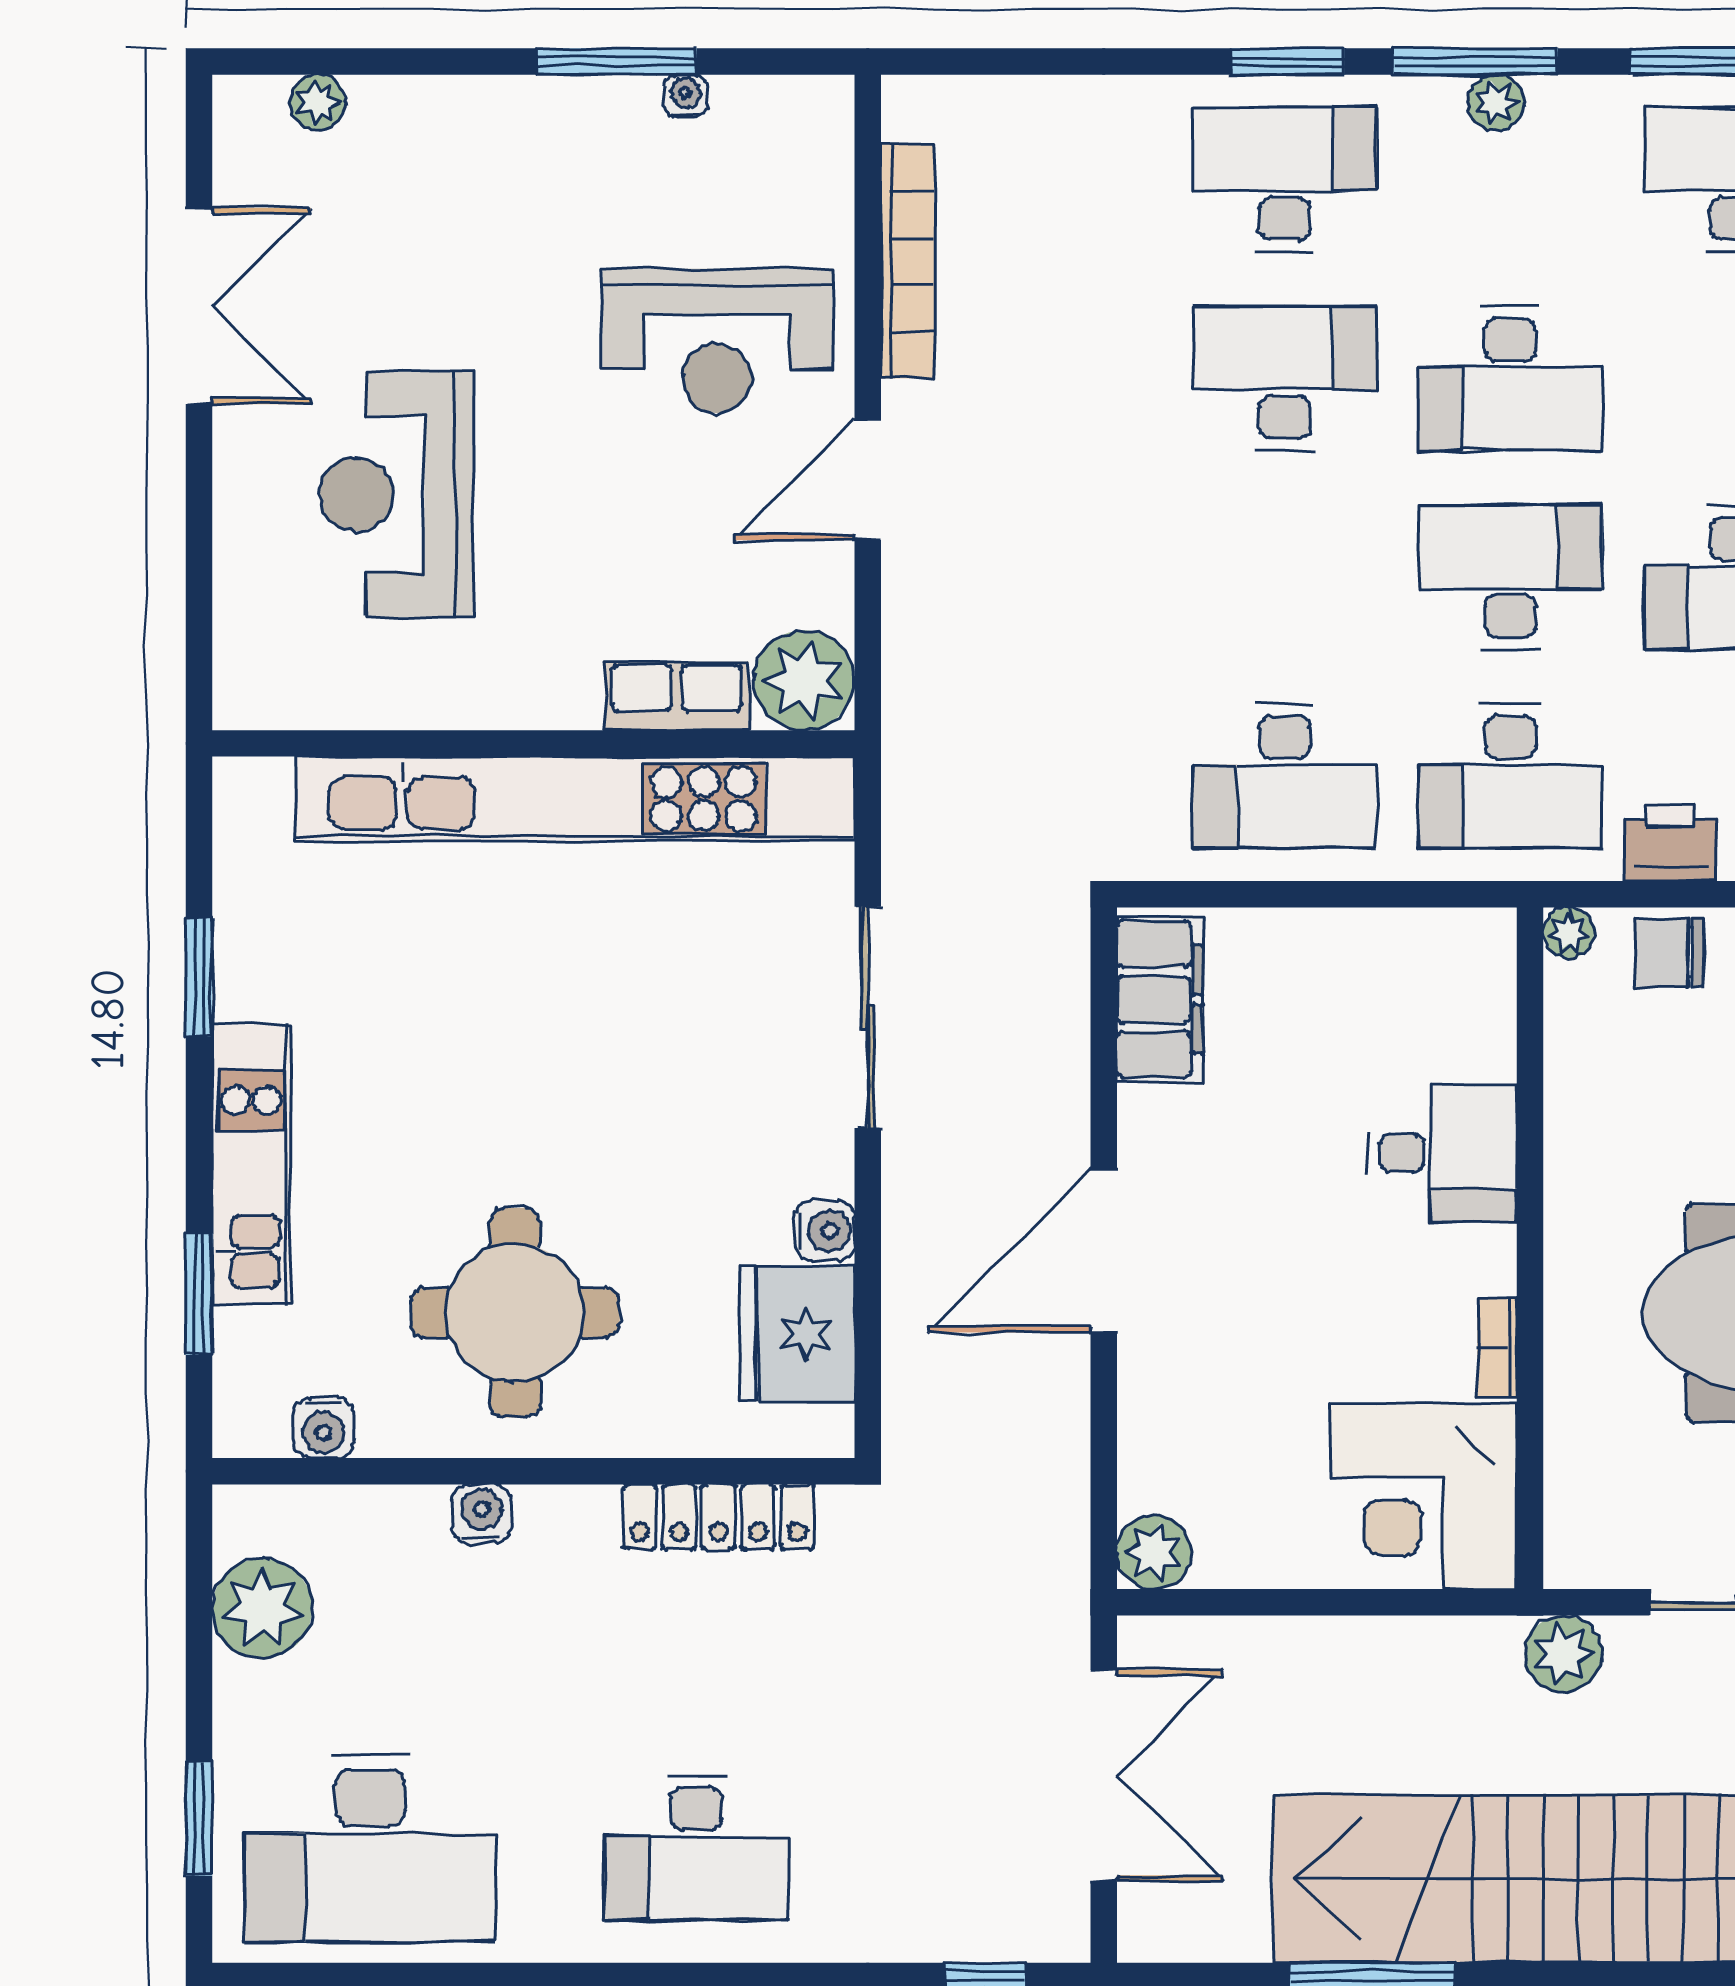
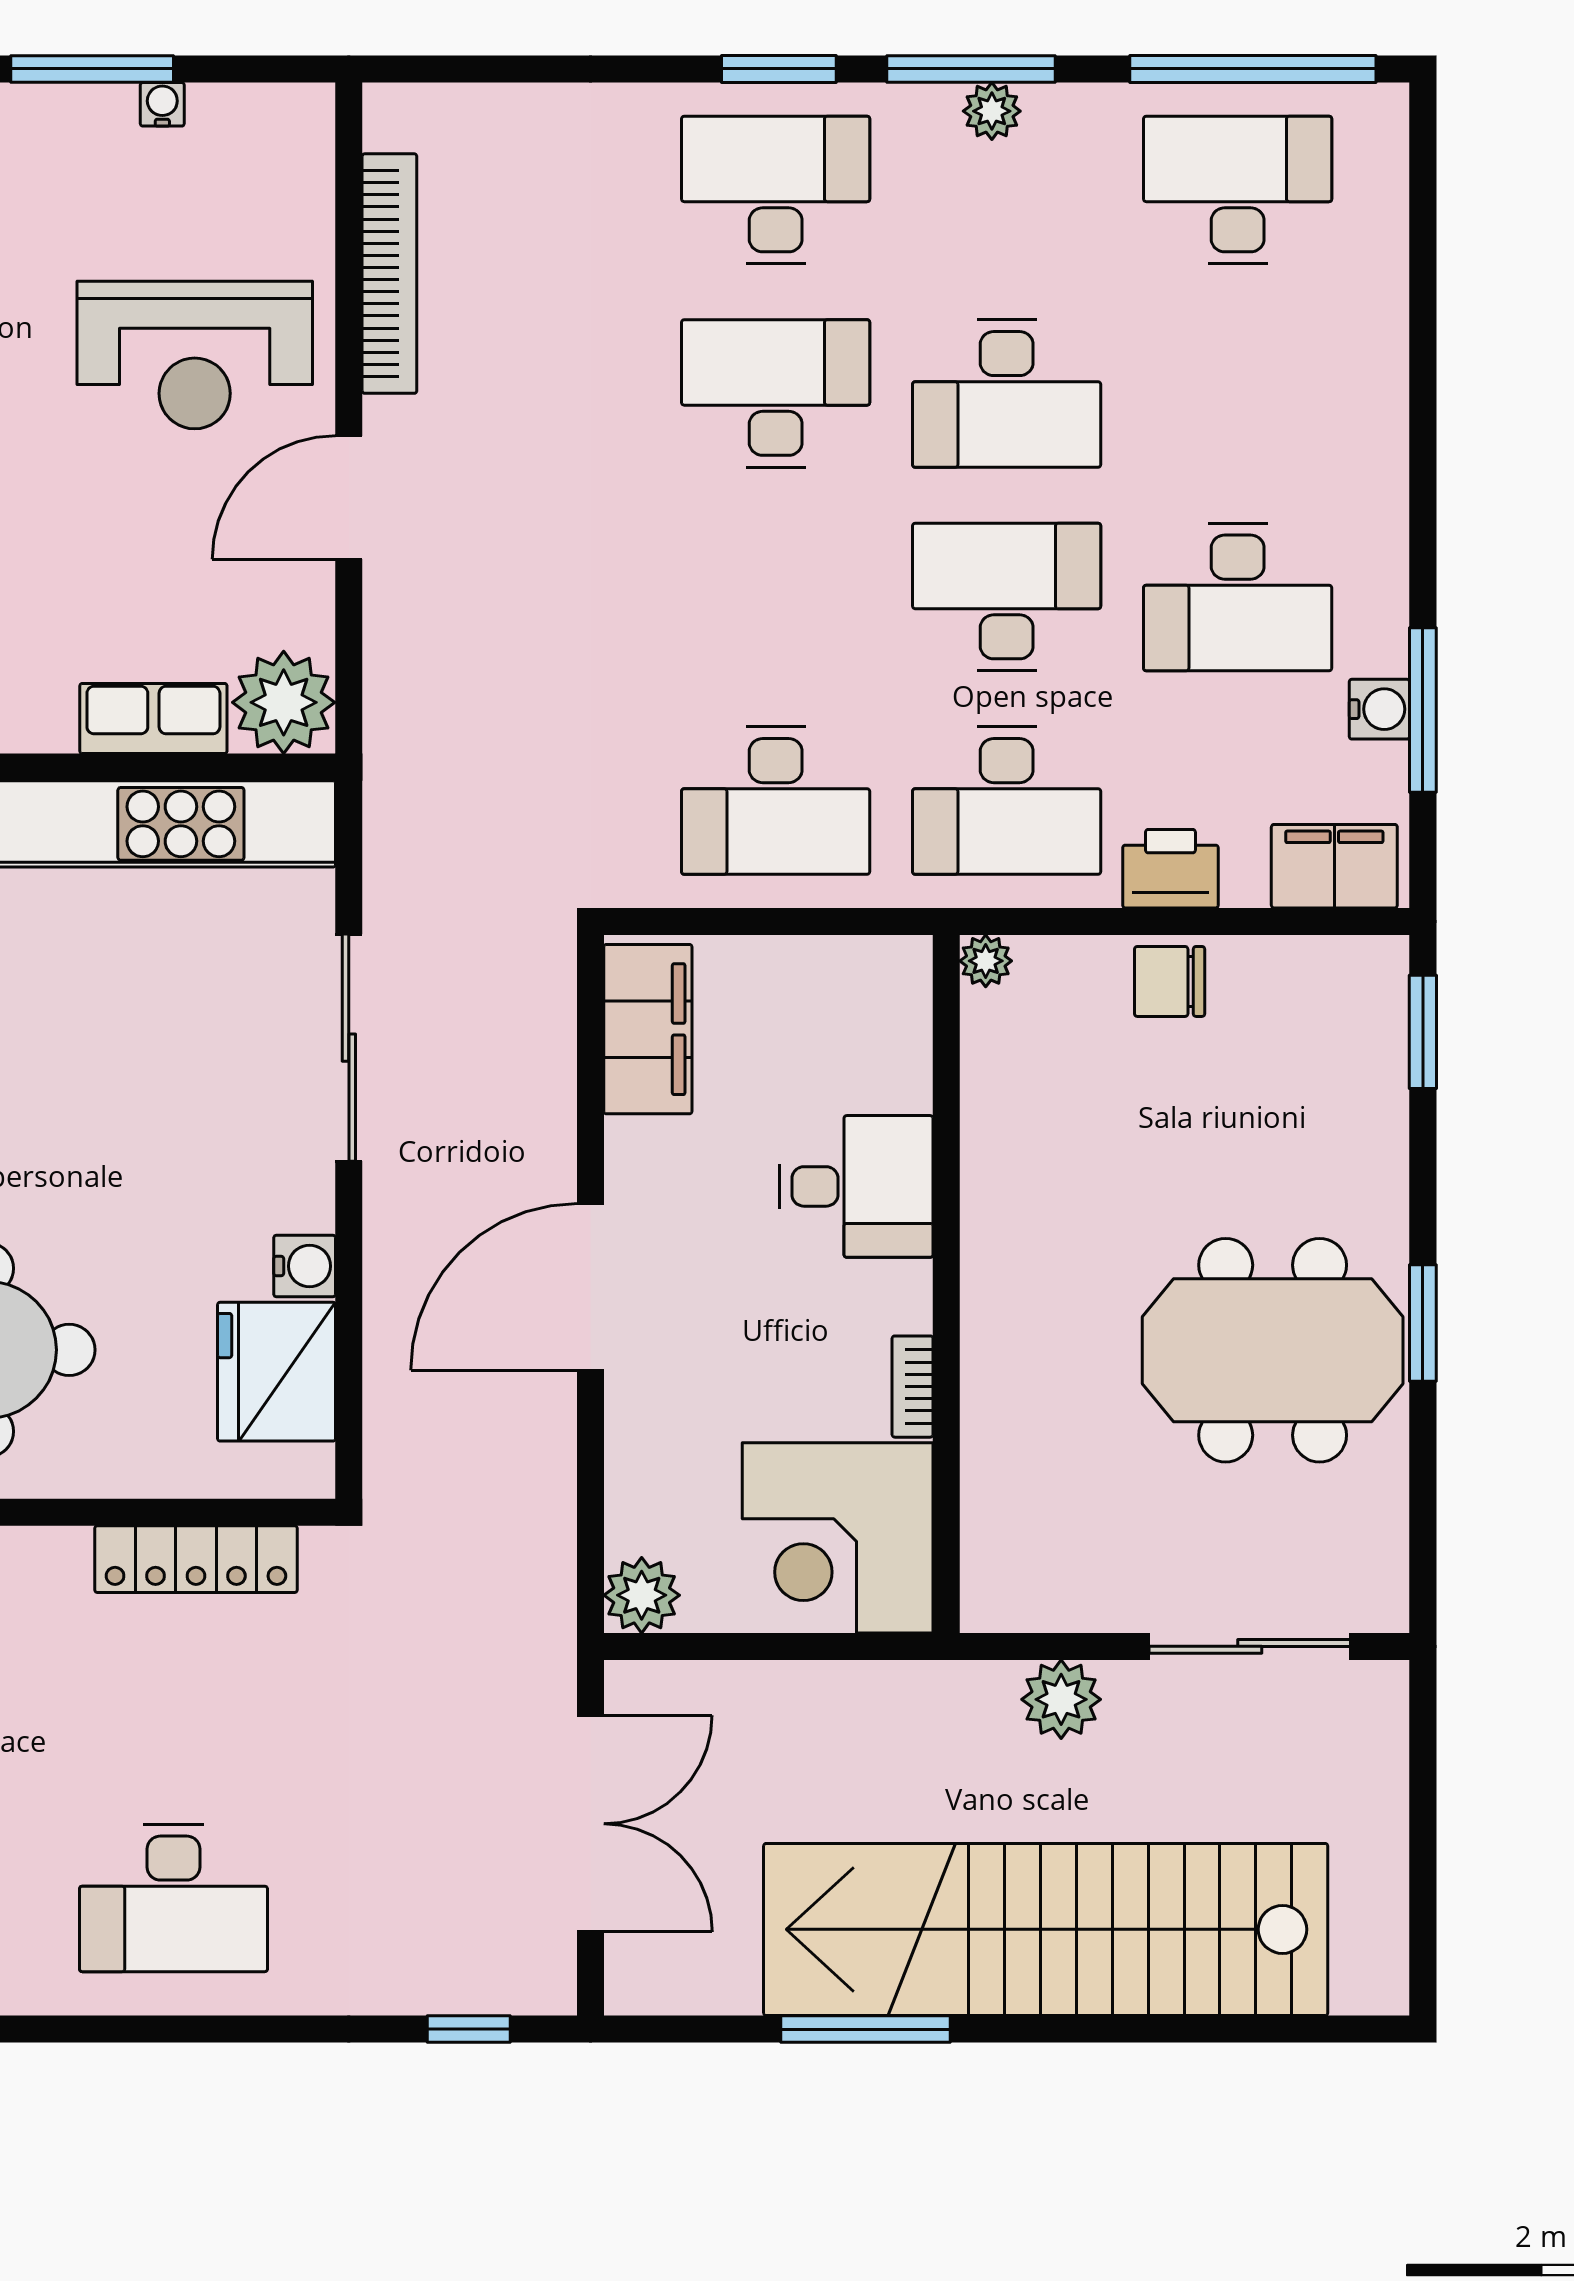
plant: (1568, 933) -> (986, 961), moved
desk: (1442, 1153) -> (856, 1186), moved
wall: (1530, 1248) -> (946, 1284), moved
bookcase: (1497, 1348) -> (913, 1387), moved
corner desk: (1424, 1496) -> (838, 1538), moved

